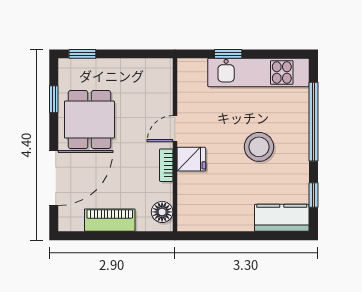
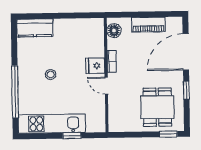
window: (54, 99) -> (186, 90), moved
dining table: (89, 120) -> (157, 107), moved
door: (175, 129) -> (106, 86), swing flipped
stool: (259, 147) -> (51, 75), width x0.53, depth x0.53
window: (313, 195) -> (14, 43), removed

